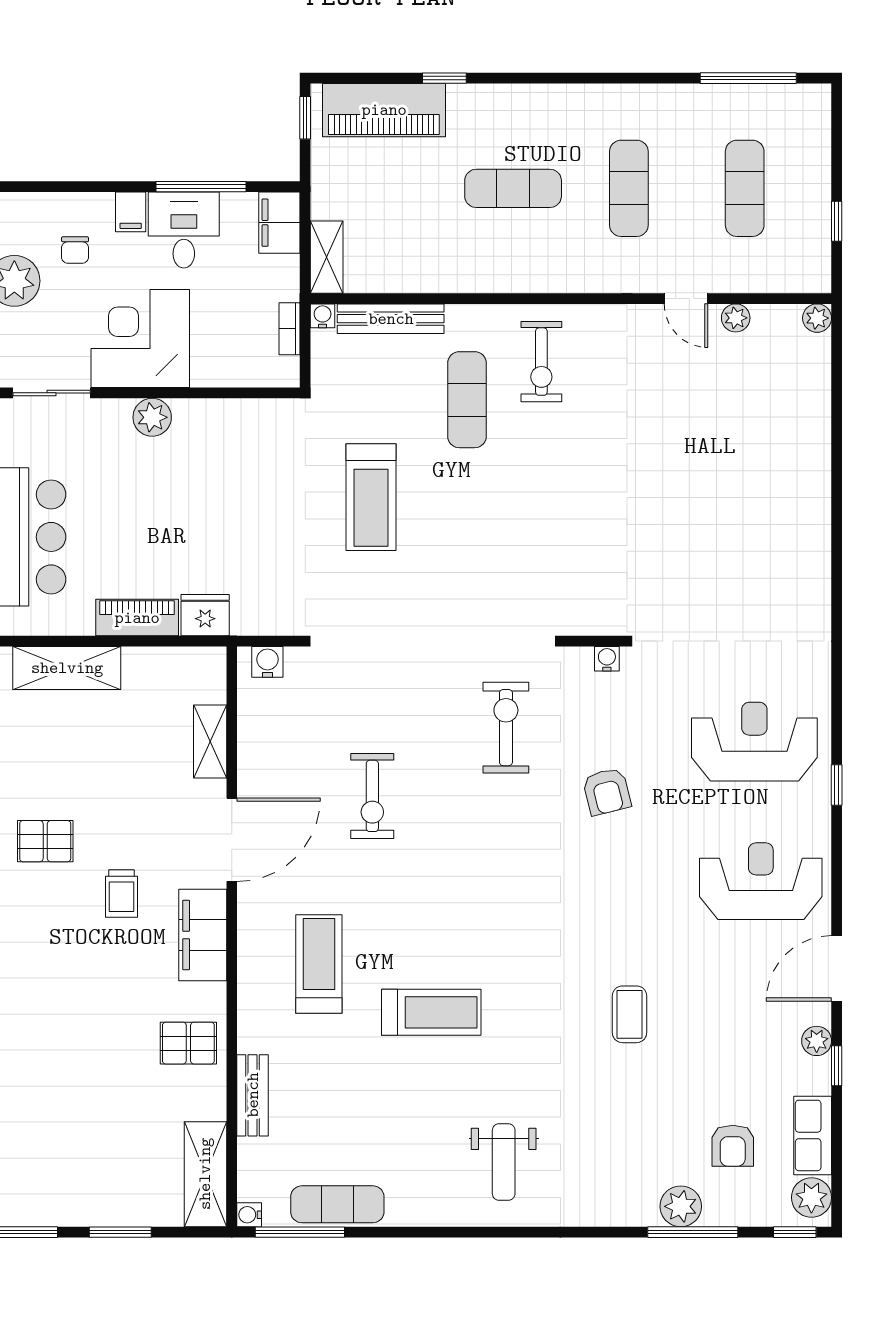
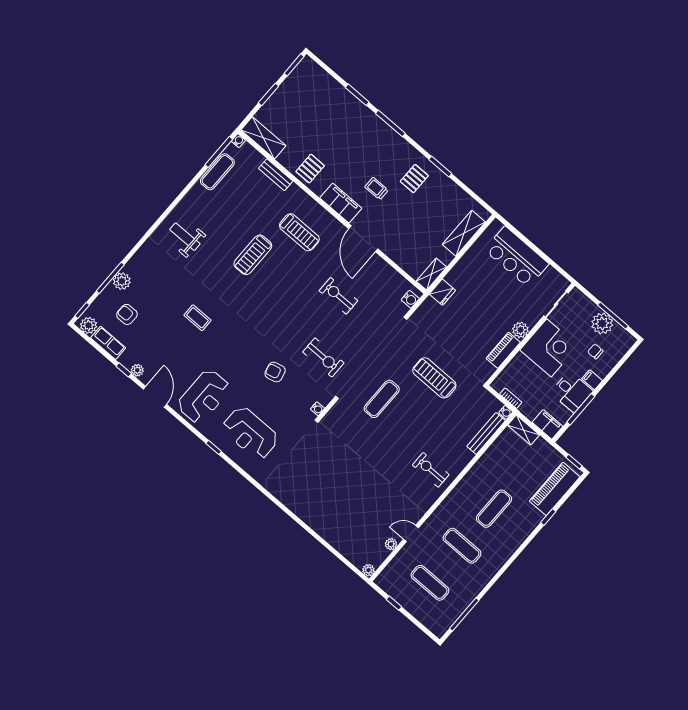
exercise mat: (467, 400) -> (382, 399), moved, turned 90
piano: (137, 618) -> (503, 350), moved, turned 180
shelving: (210, 742) -> (431, 274), moved, turned 90
reception desk: (754, 742) -> (250, 433), turned 90

